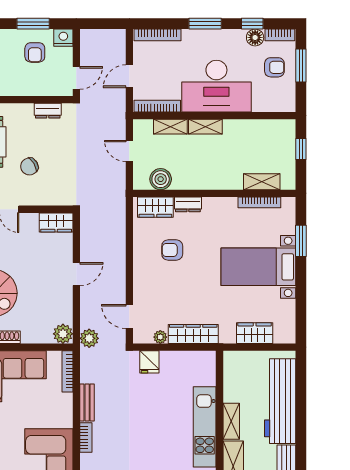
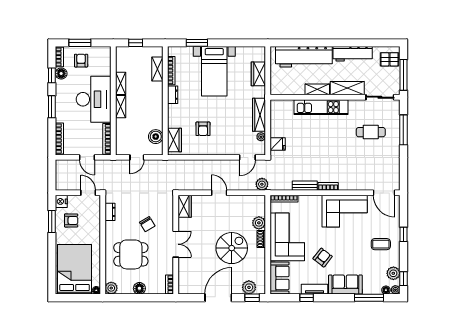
shelving: (170, 127) -> (121, 83), moved
dresser: (188, 204) -> (173, 95), moved
plant: (63, 334) -> (259, 223), moved

